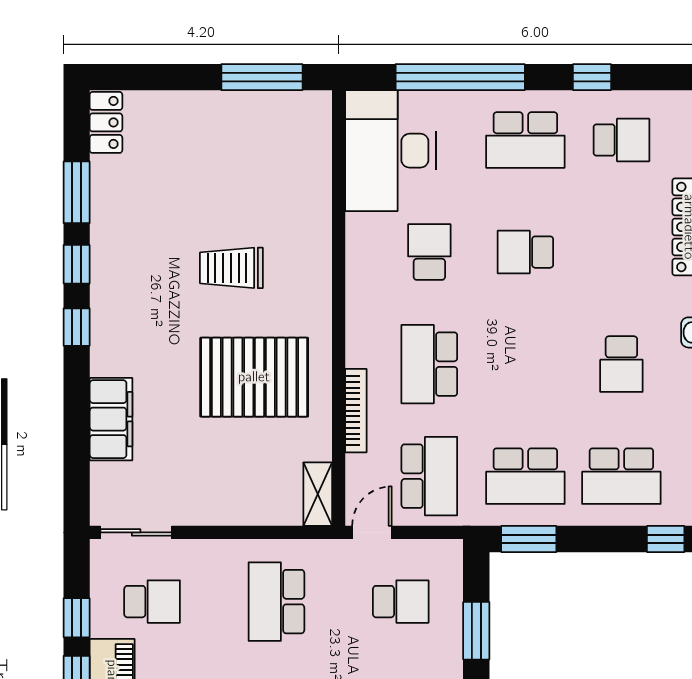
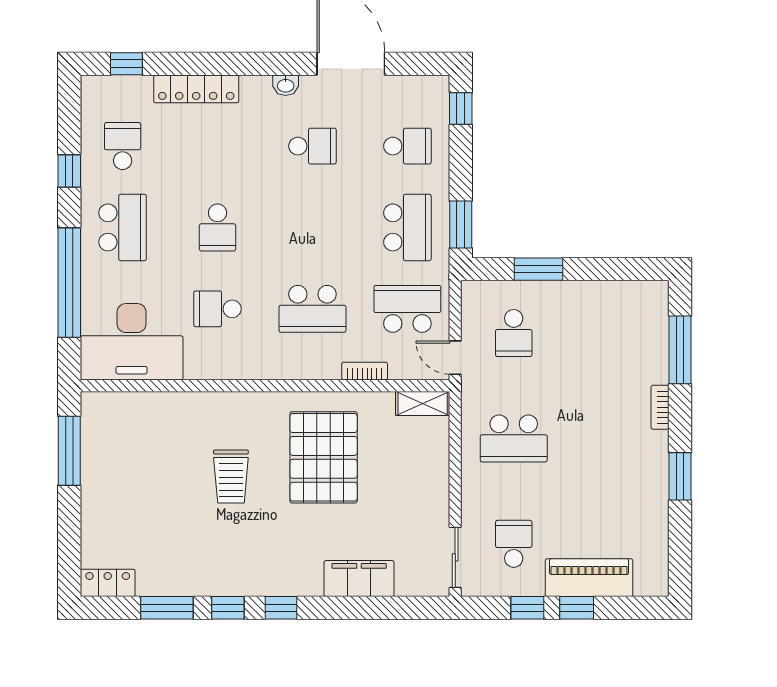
bookcase: (356, 411) -> (365, 371), width x0.64
school desk: (621, 476) -> (407, 146), width x0.54
school desk: (401, 602) -> (514, 333), turned 180

